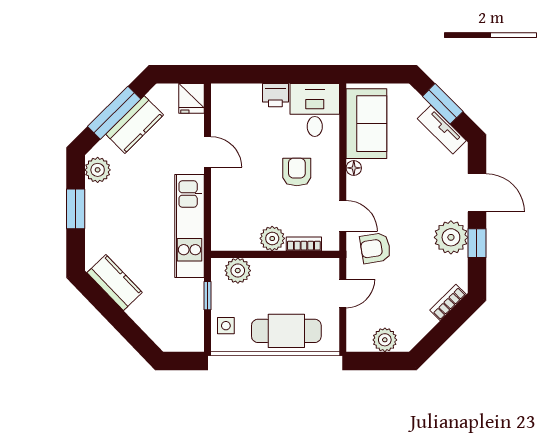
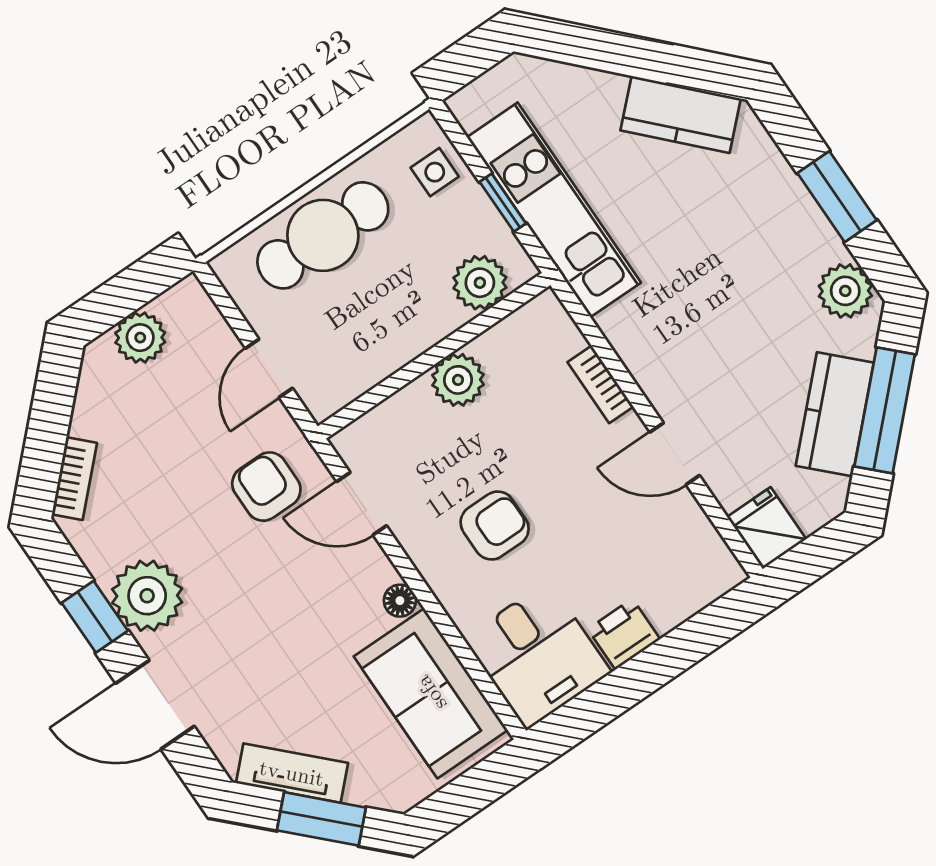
armchair: (297, 172) -> (495, 526), turned -90
kitchen unit: (190, 226) -> (554, 210), moved
bookcase: (304, 244) -> (600, 384), moved, turned 90
armchair: (375, 248) -> (266, 487), turned -81

